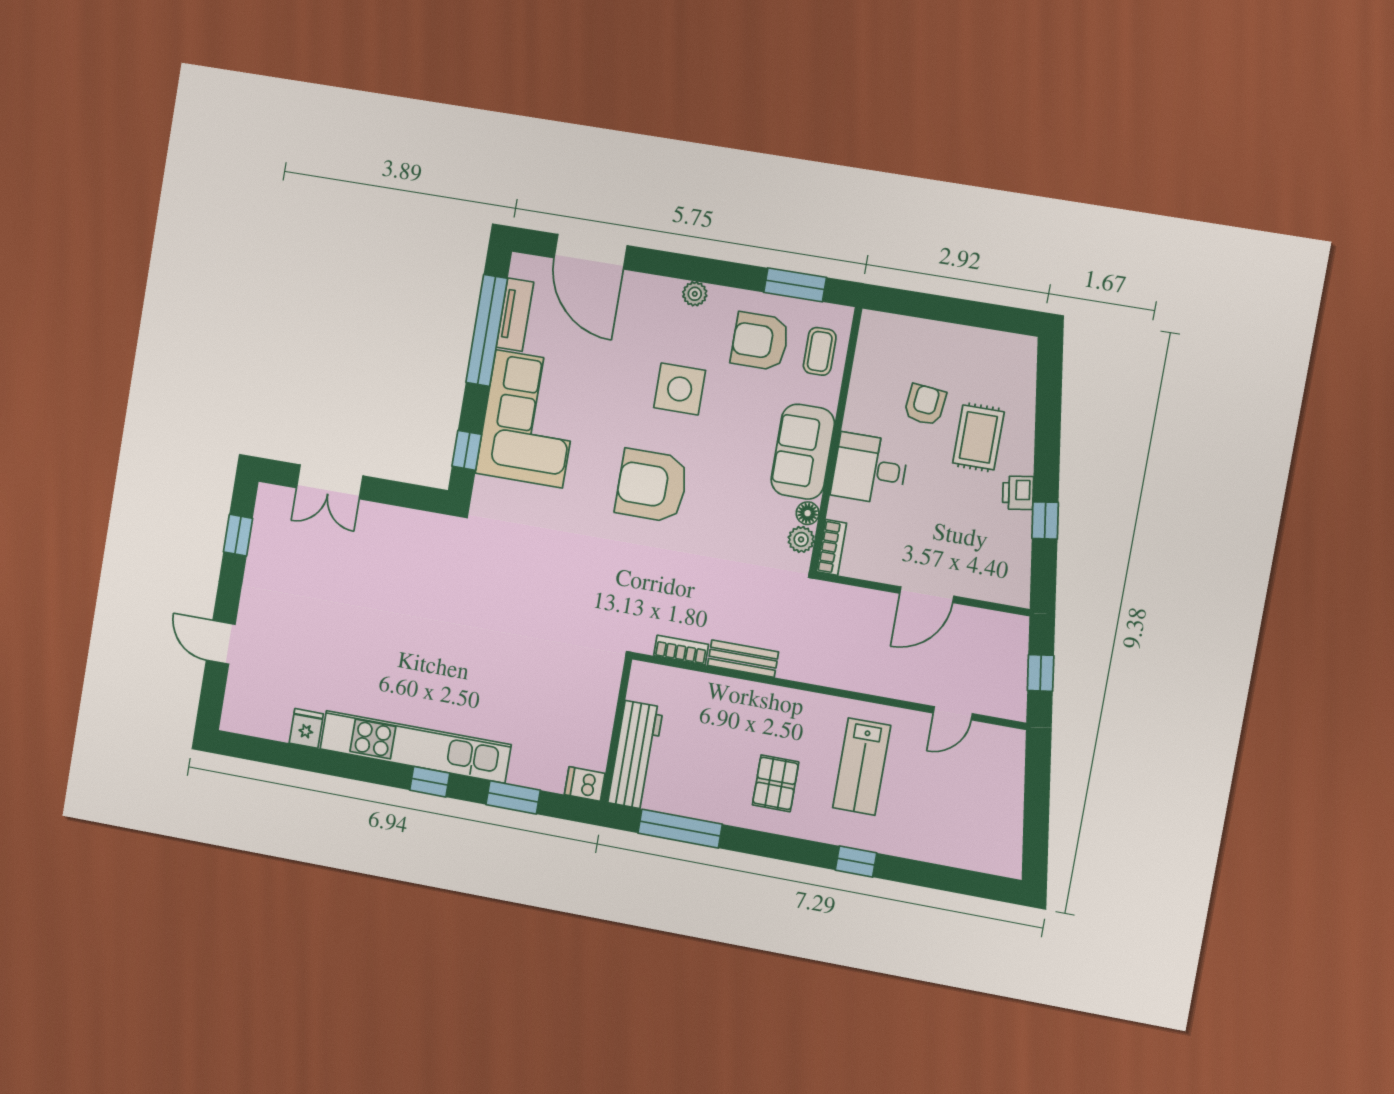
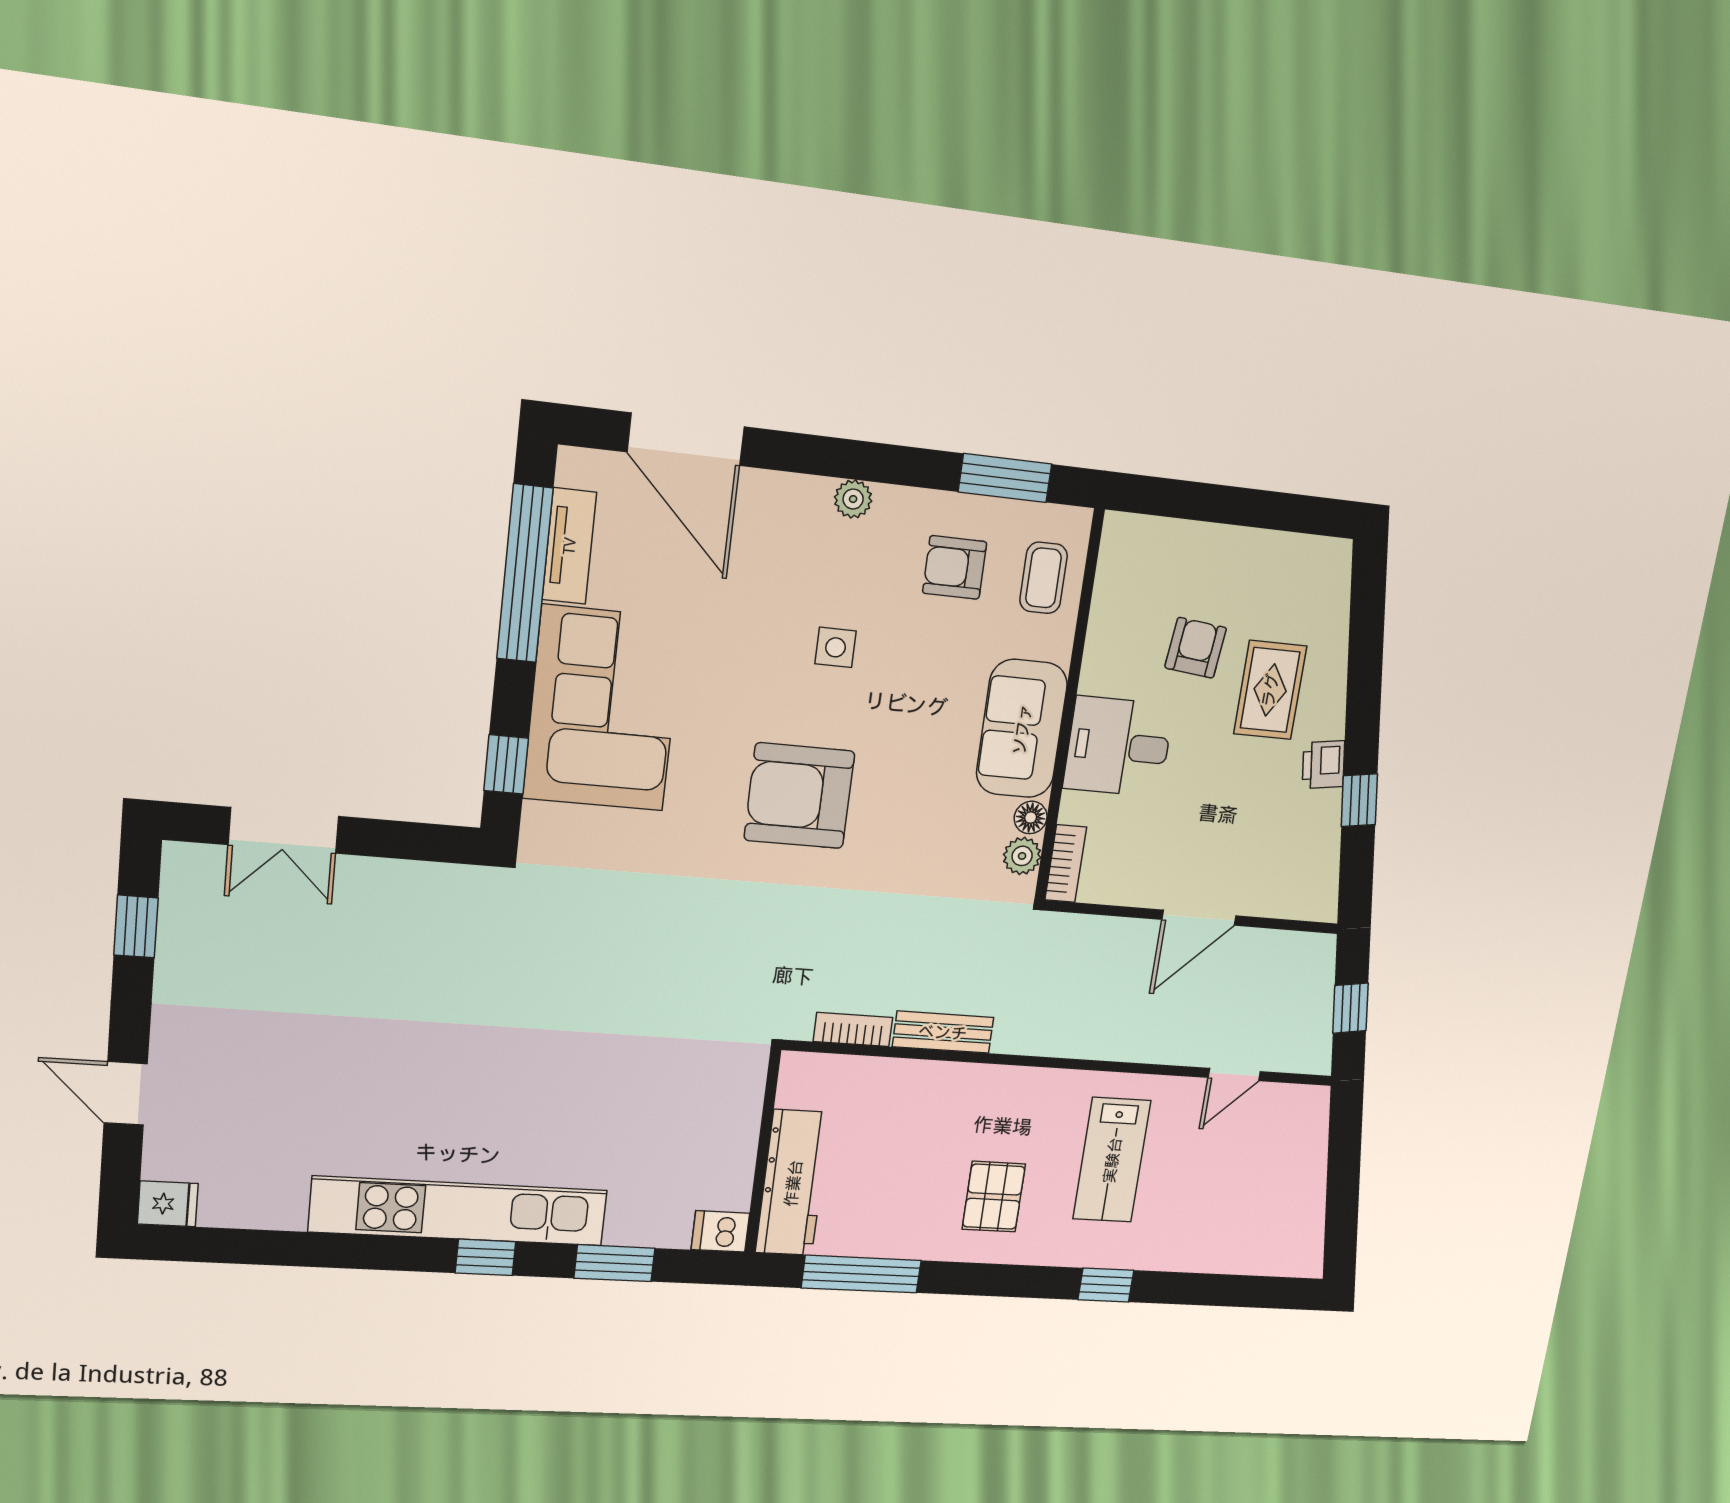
armchair: (760, 341) -> (955, 567), width x0.72, depth x0.72
side table: (680, 389) -> (836, 647), width x0.54, depth x0.54
fridge: (306, 728) -> (168, 1204), moved, turned 90

